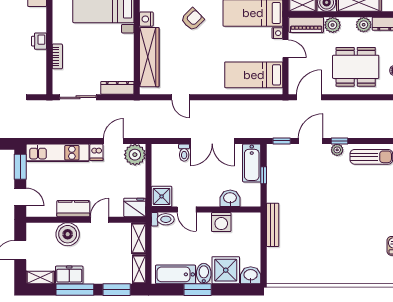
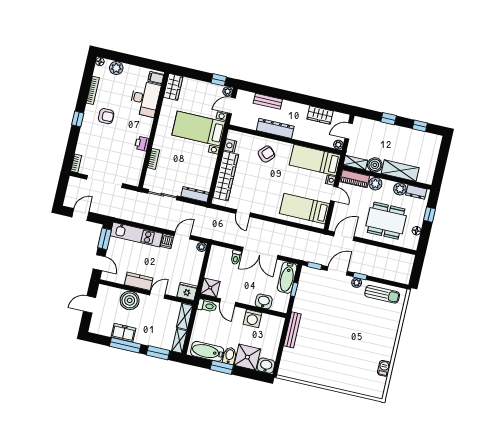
plant: (135, 155) -> (202, 247), width x0.53, depth x0.53
shelving: (40, 277) -> (100, 329), removed

